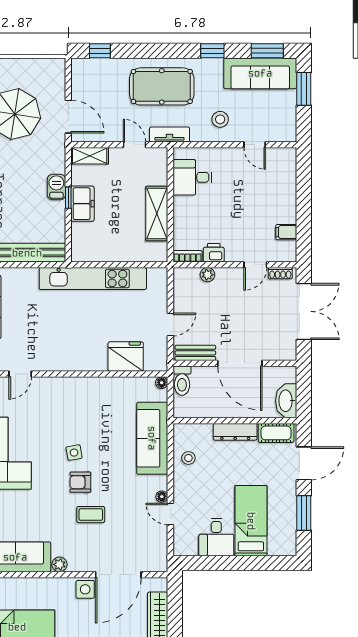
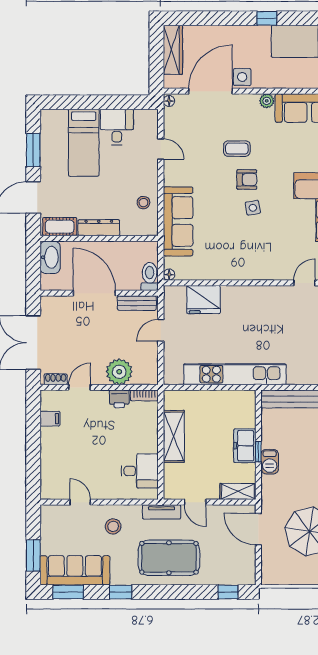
plant: (207, 275) -> (119, 372), width x1.88, depth x1.88
floor lamp: (162, 497) -> (169, 101), moved

